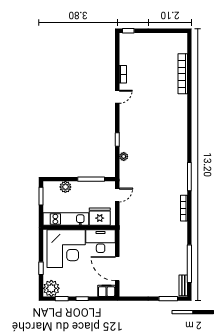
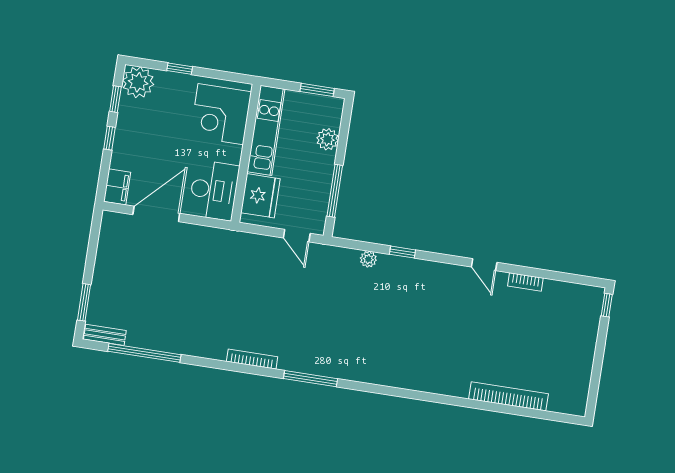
corner desk: (66, 249) -> (221, 114), width x0.74, depth x0.74

